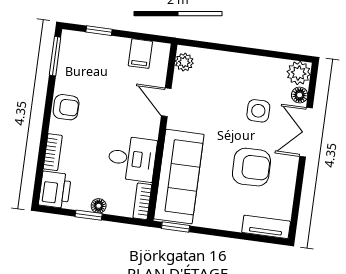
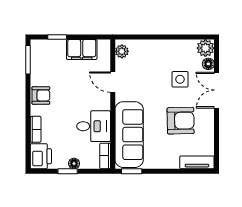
filing cabinet: (140, 54) -> (82, 49), width x2.00

